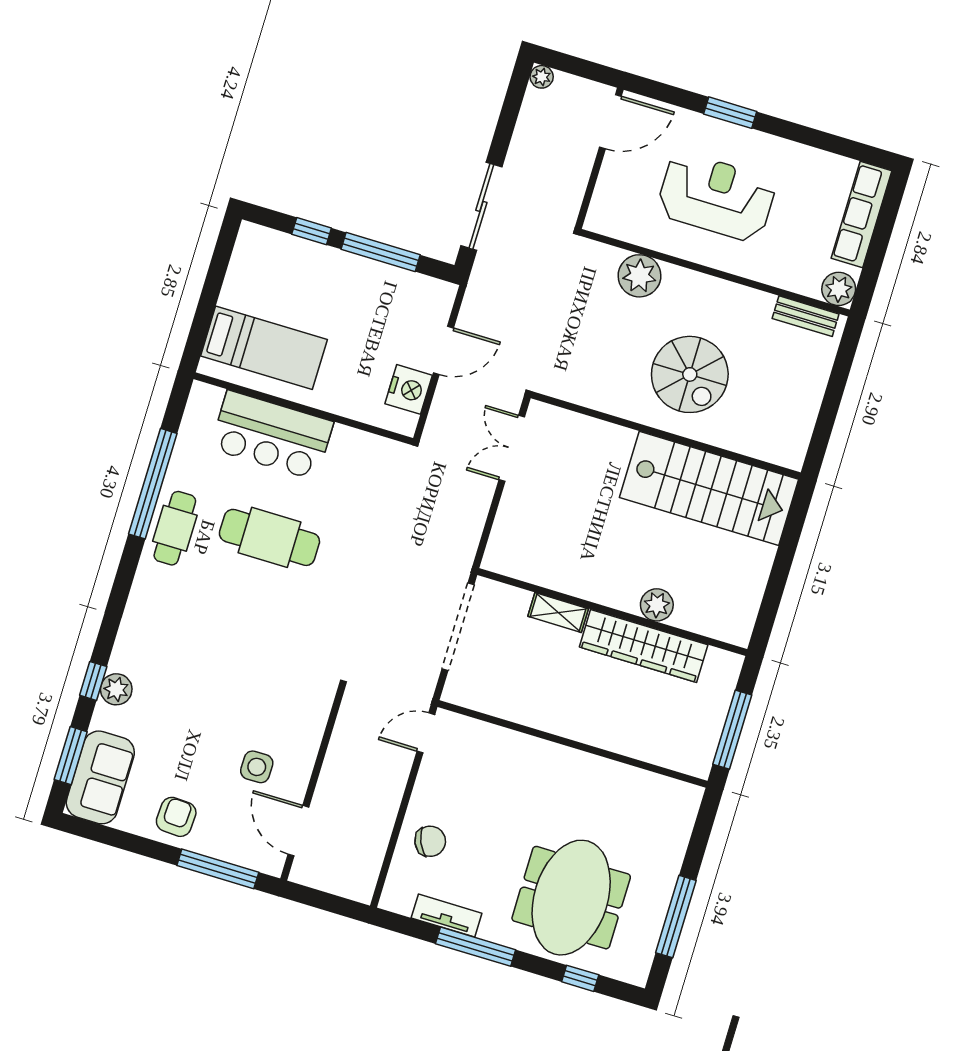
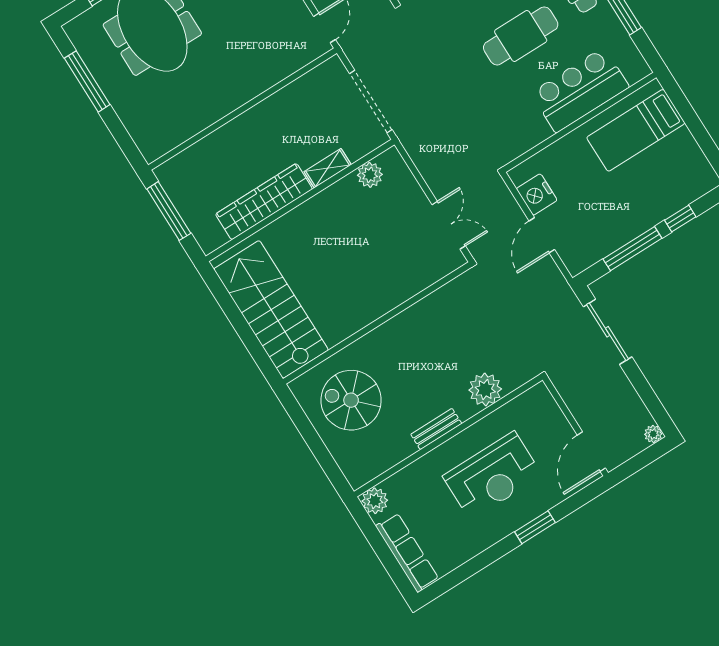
bench: (806, 316) -> (436, 429), moved
spiral stairs: (690, 374) -> (351, 400), moved
stairs: (709, 488) -> (271, 309), moved, turned 90
plant: (657, 605) -> (370, 175), moved

